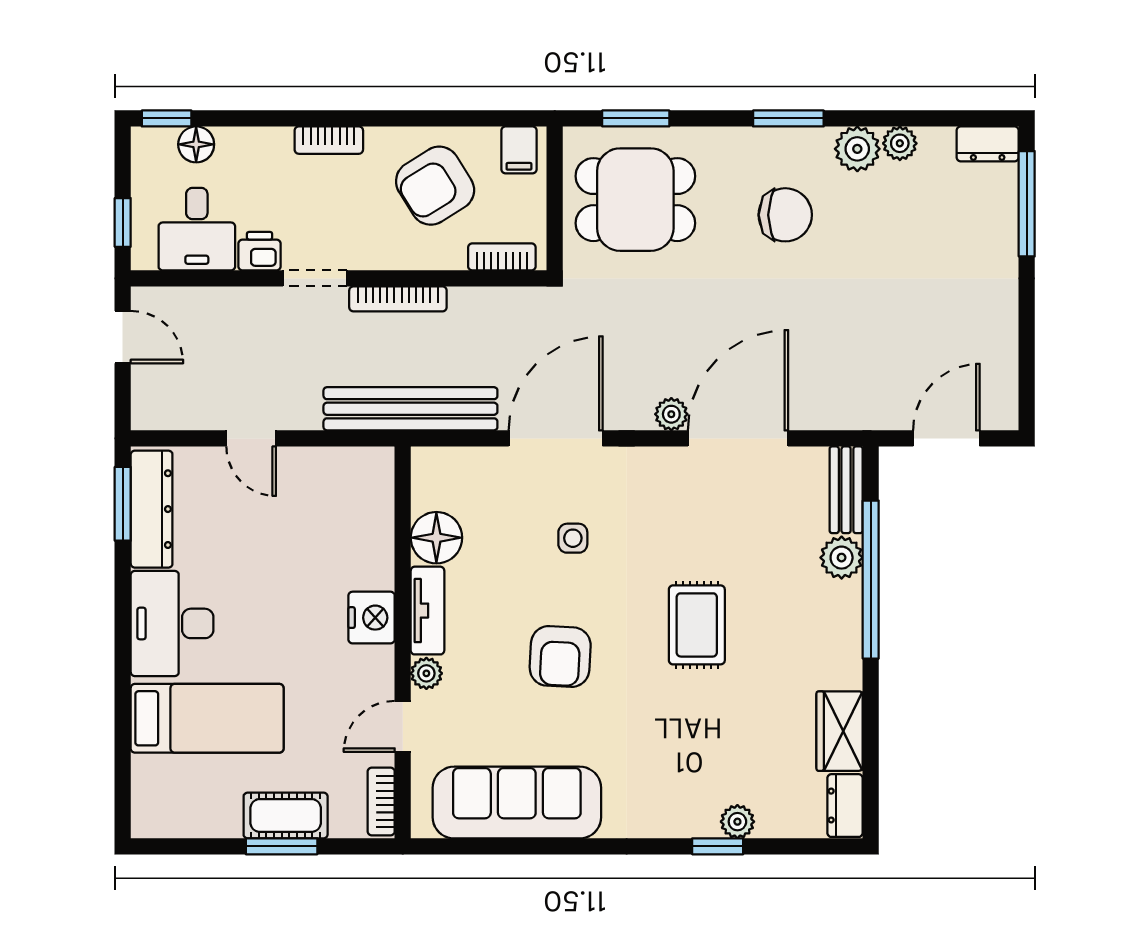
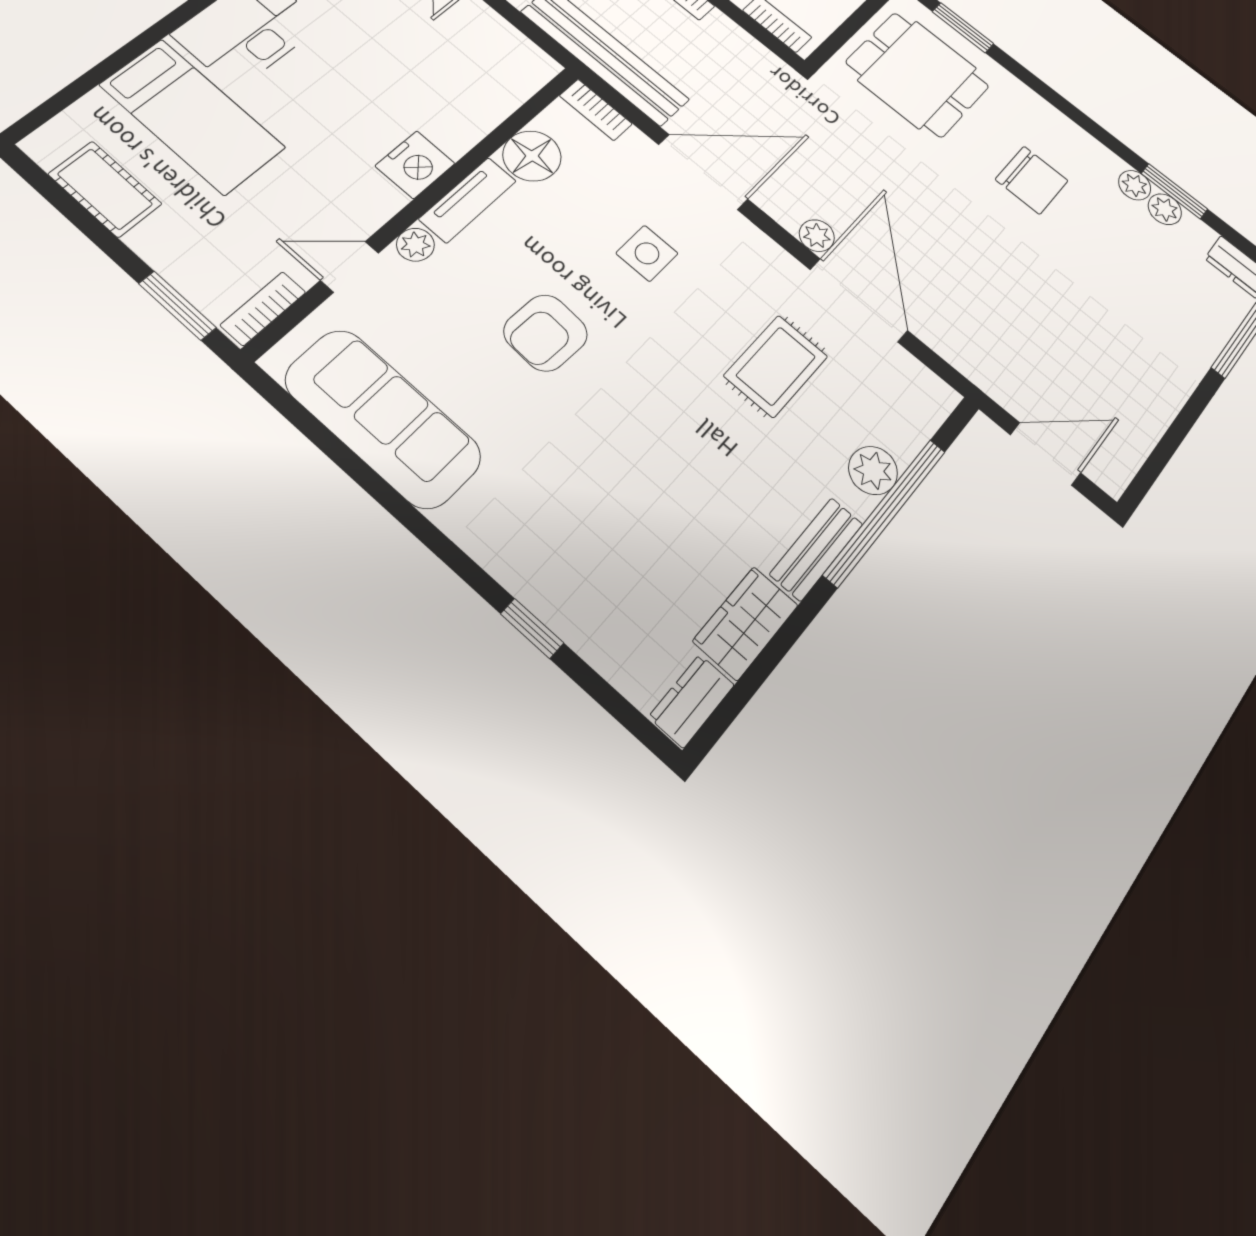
window: (788, 118) -> (1174, 191), moved
plant: (857, 149) -> (1135, 185), width x0.73, depth x0.73
door: (738, 438) -> (859, 300), hinge flipped
bookcase: (444, 460) -> (596, 110), added
bench: (846, 490) -> (816, 549), moved
side table: (573, 538) -> (647, 253), width x1.37, depth x1.37
rug: (697, 625) -> (776, 366), moved
cot: (286, 815) -> (105, 189), moved
plant: (737, 822) -> (573, 622), removed
window: (282, 846) -> (177, 306), moved

